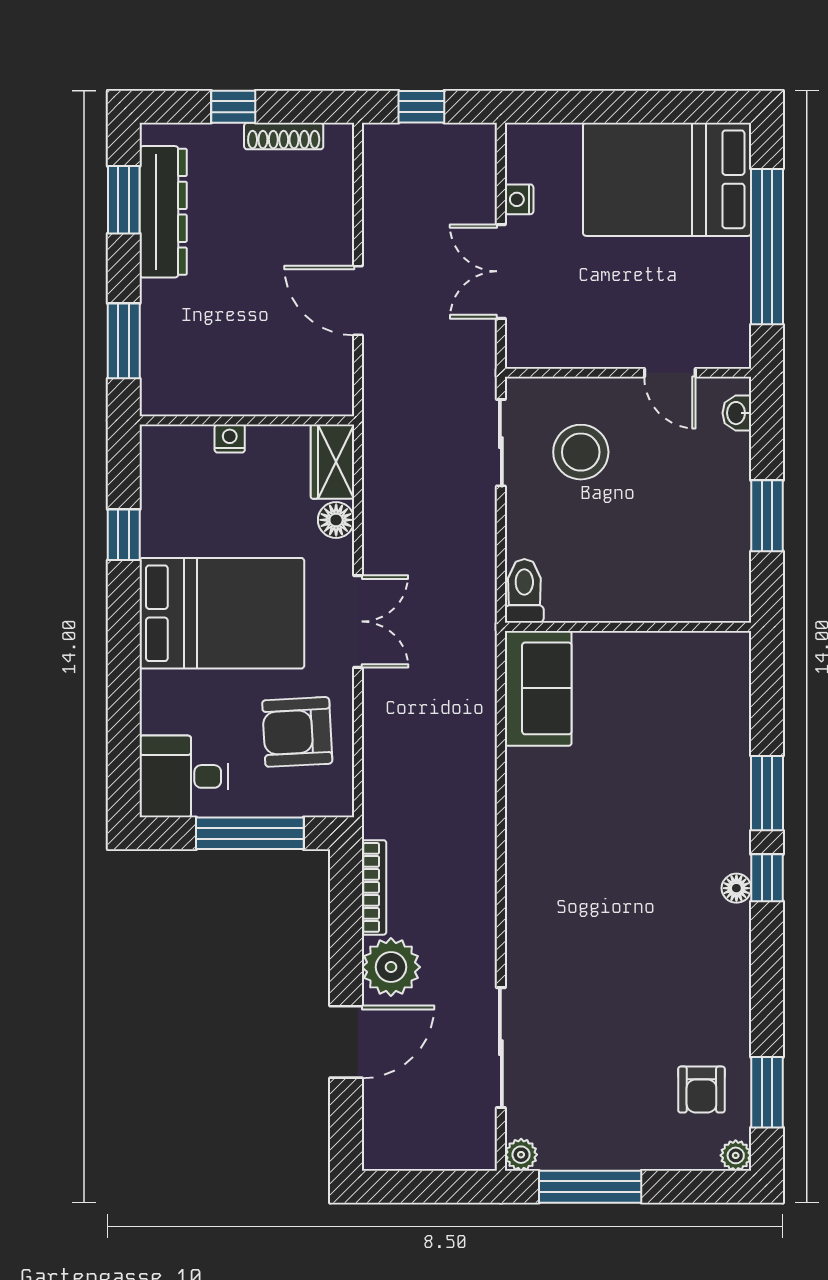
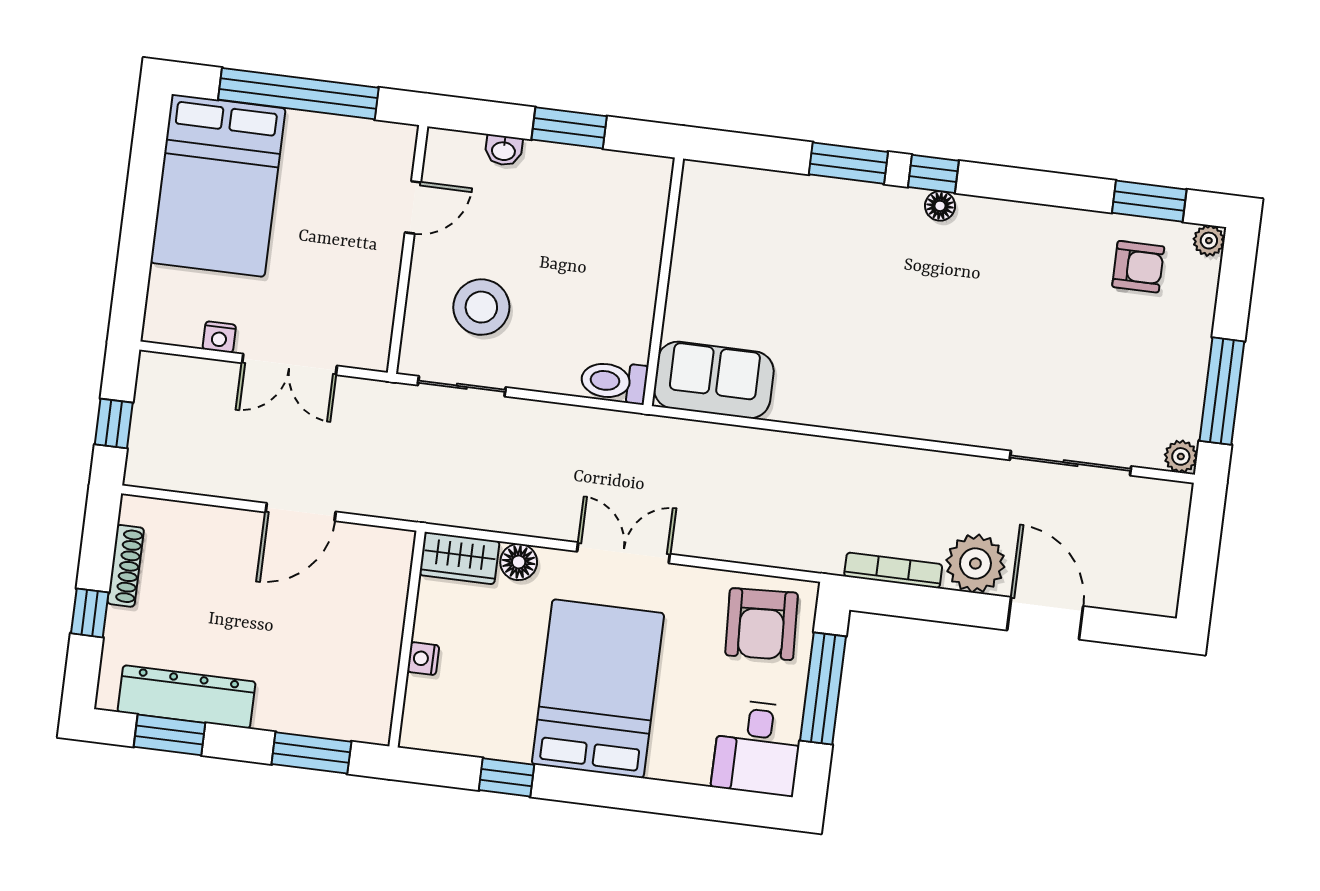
washbasin: (737, 413) -> (503, 150), moved
armchair: (297, 732) -> (762, 624), moved

